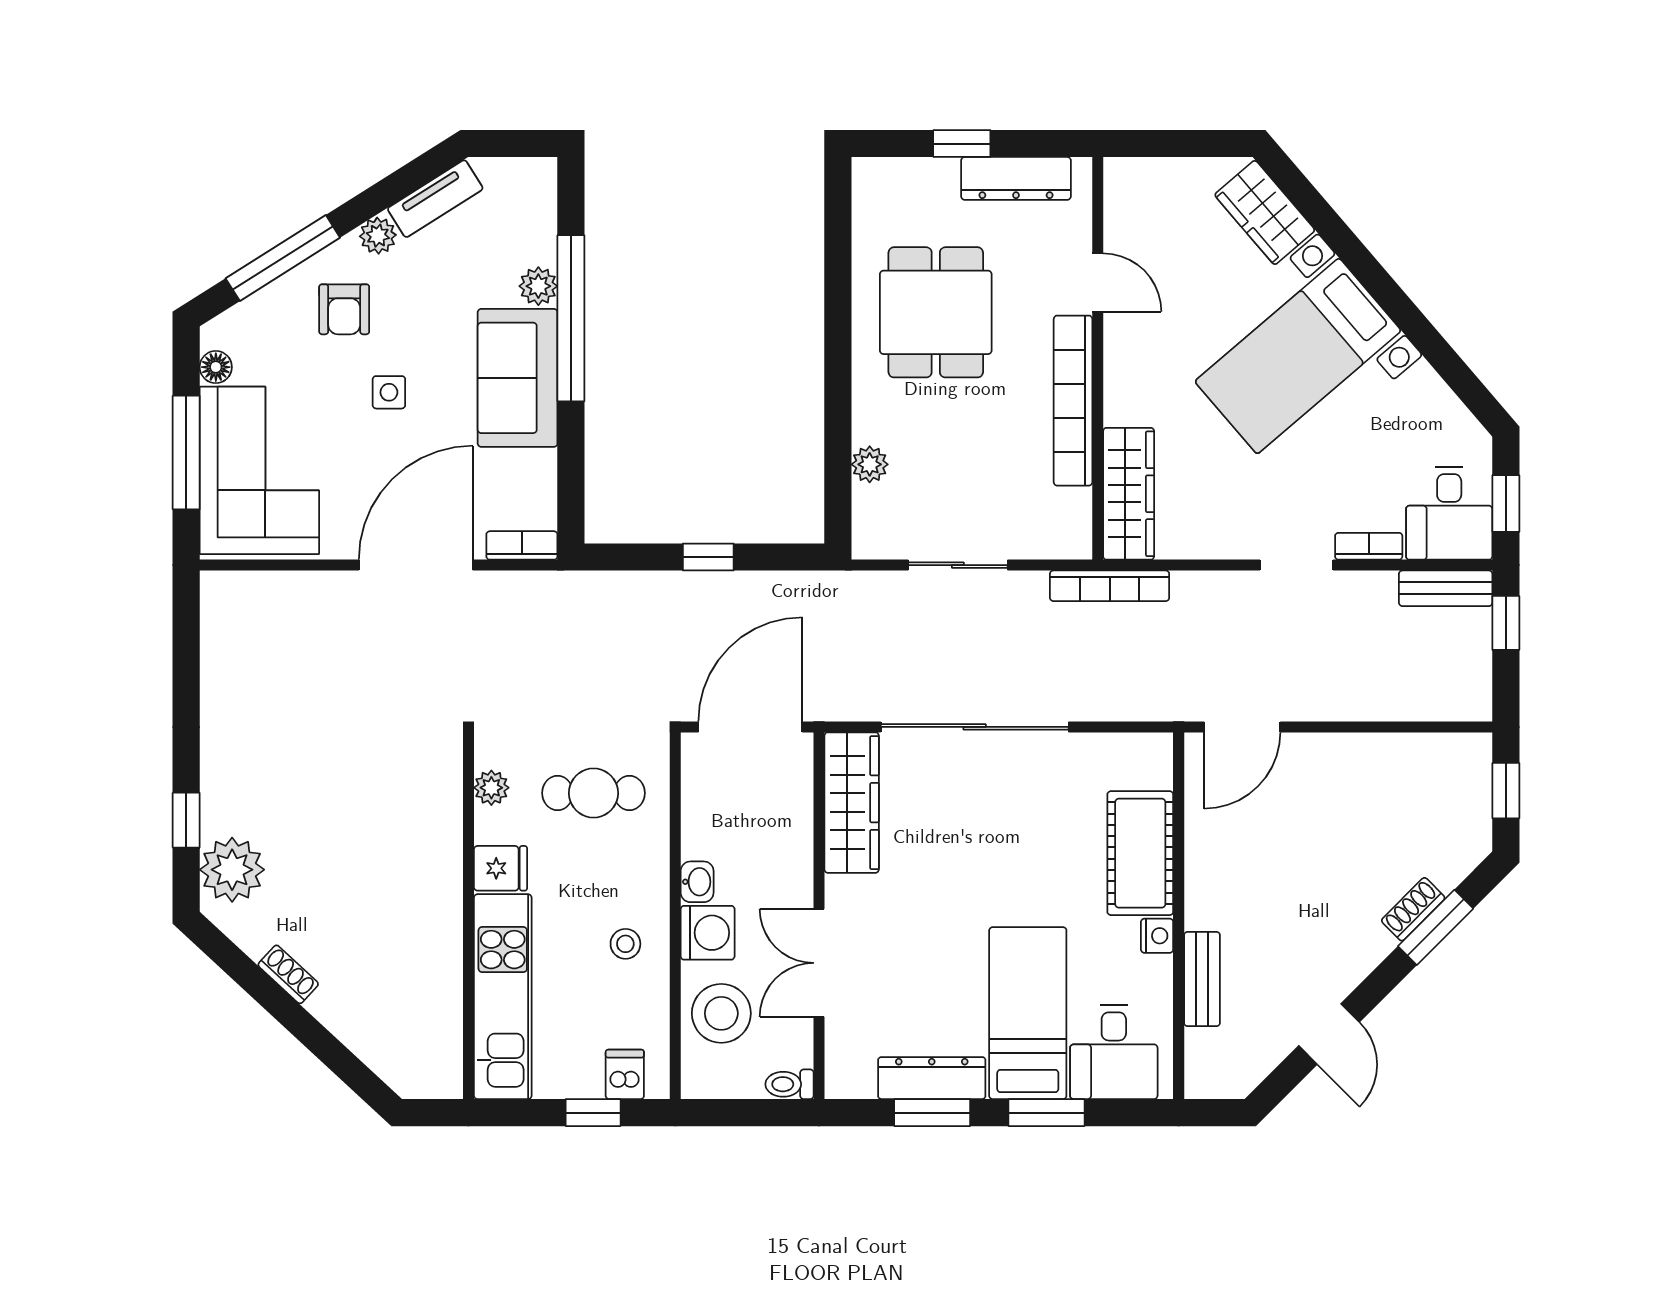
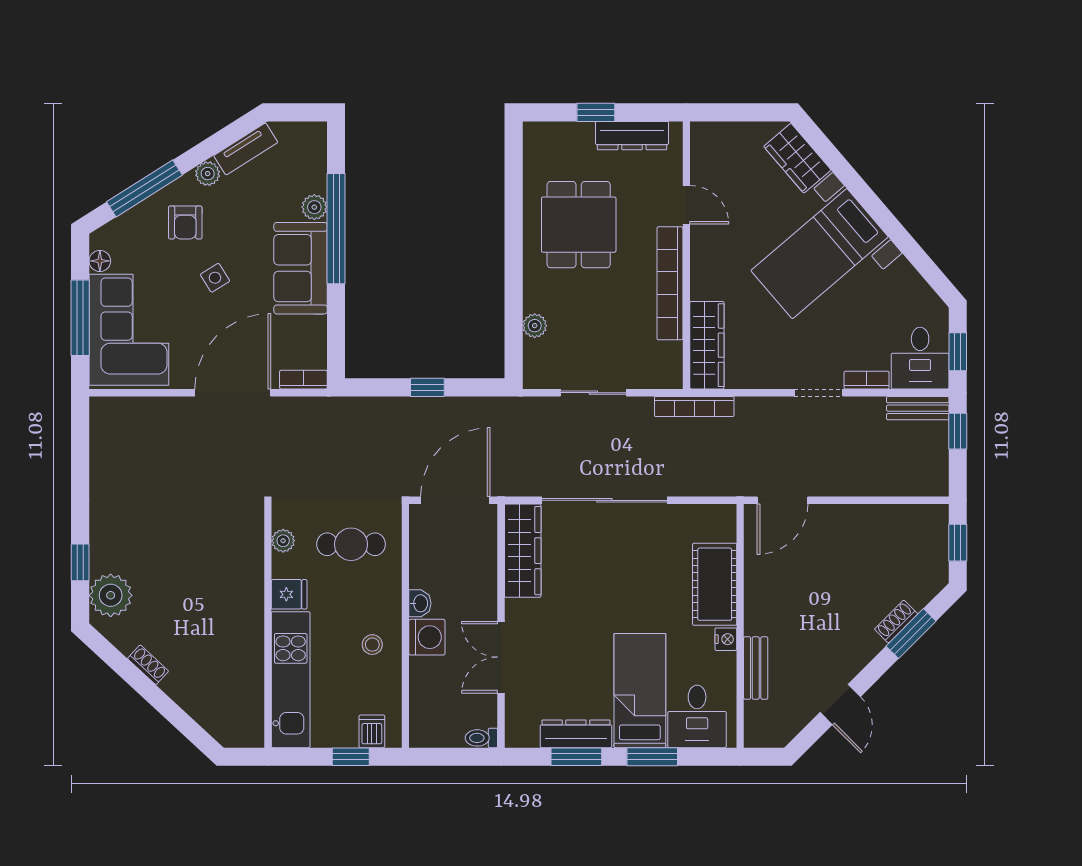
side table: (389, 392) -> (215, 278), turned -32
stool: (721, 1013) -> (436, 691), removed

